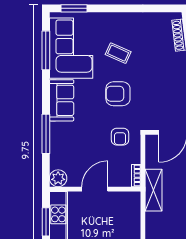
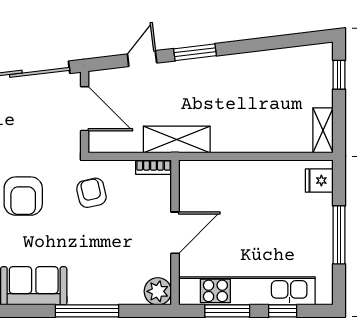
armchair: (120, 137) -> (91, 193), turned -103
door: (95, 189) -> (175, 233), swing flipped

